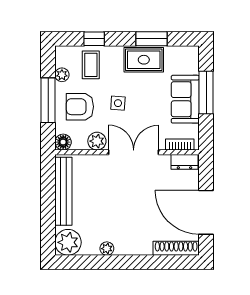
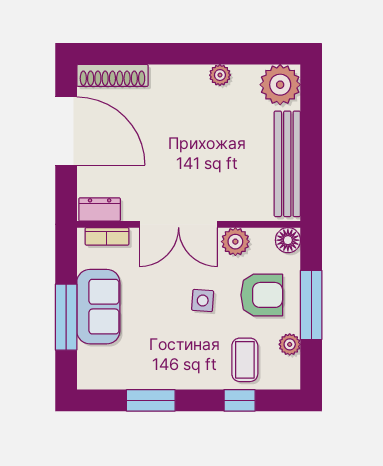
rug: (144, 60) -> (163, 368), removed

